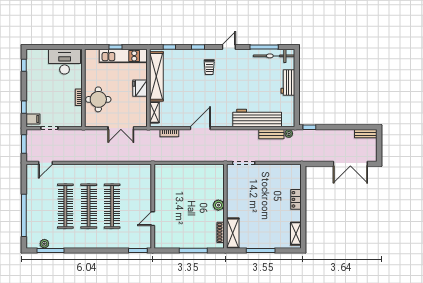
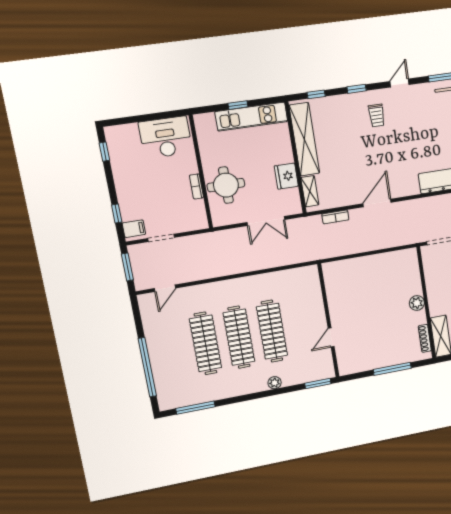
fridge: (140, 88) -> (286, 176), moved
plant: (44, 244) -> (275, 383), moved

